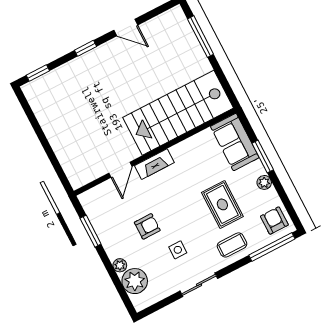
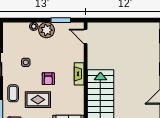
door: (120, 170) -> (86, 37), moved
armchair: (147, 226) -> (48, 79), moved
plant: (135, 281) -> (47, 30), moved

